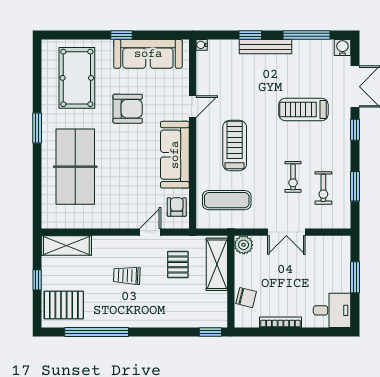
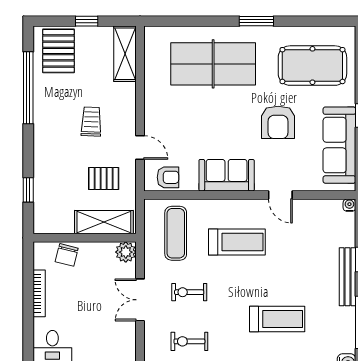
treadmill: (303, 109) -> (277, 319), turned 90
sofa: (175, 155) -> (227, 175), width x0.73
exercise bike: (293, 177) -> (189, 292), moved
window: (210, 332) -> (28, 190), moved

